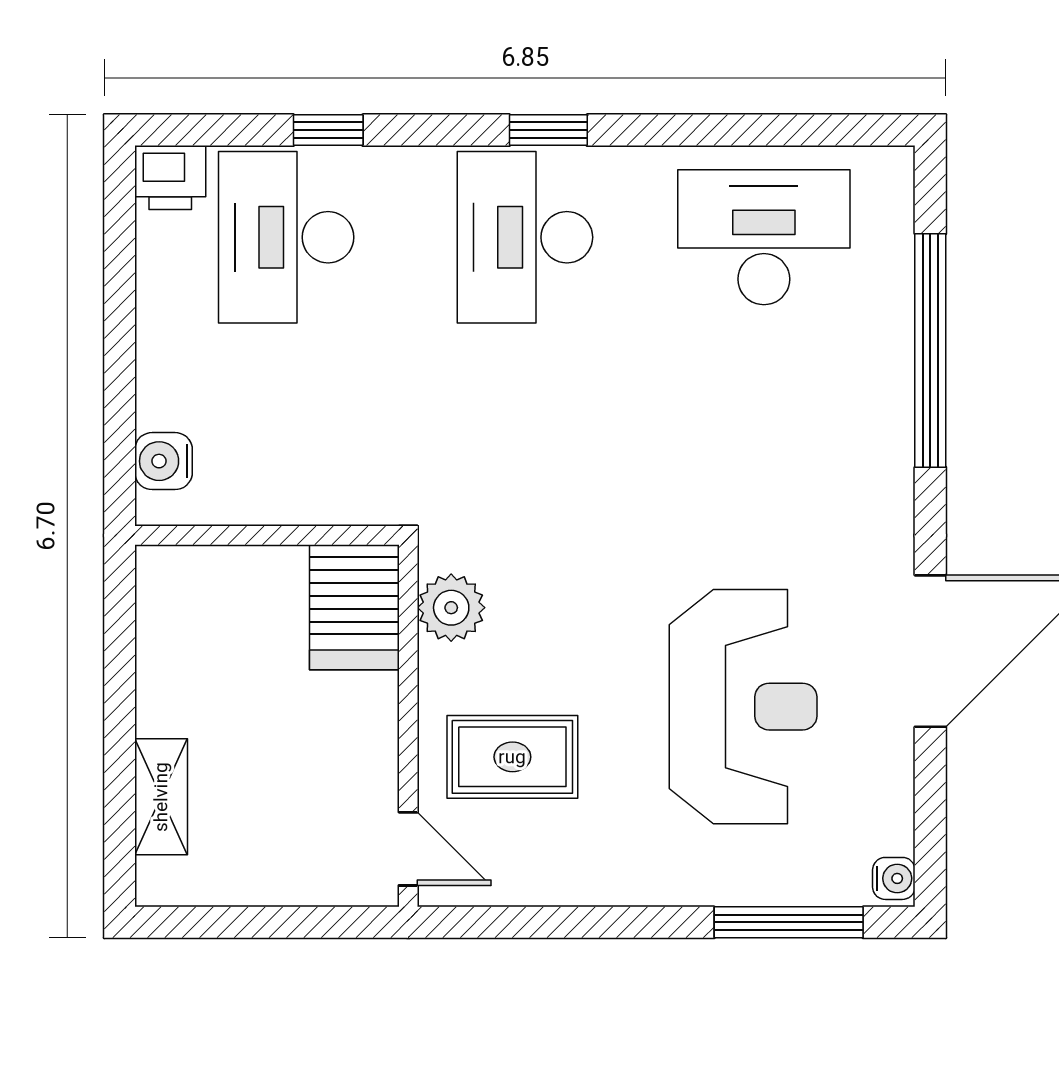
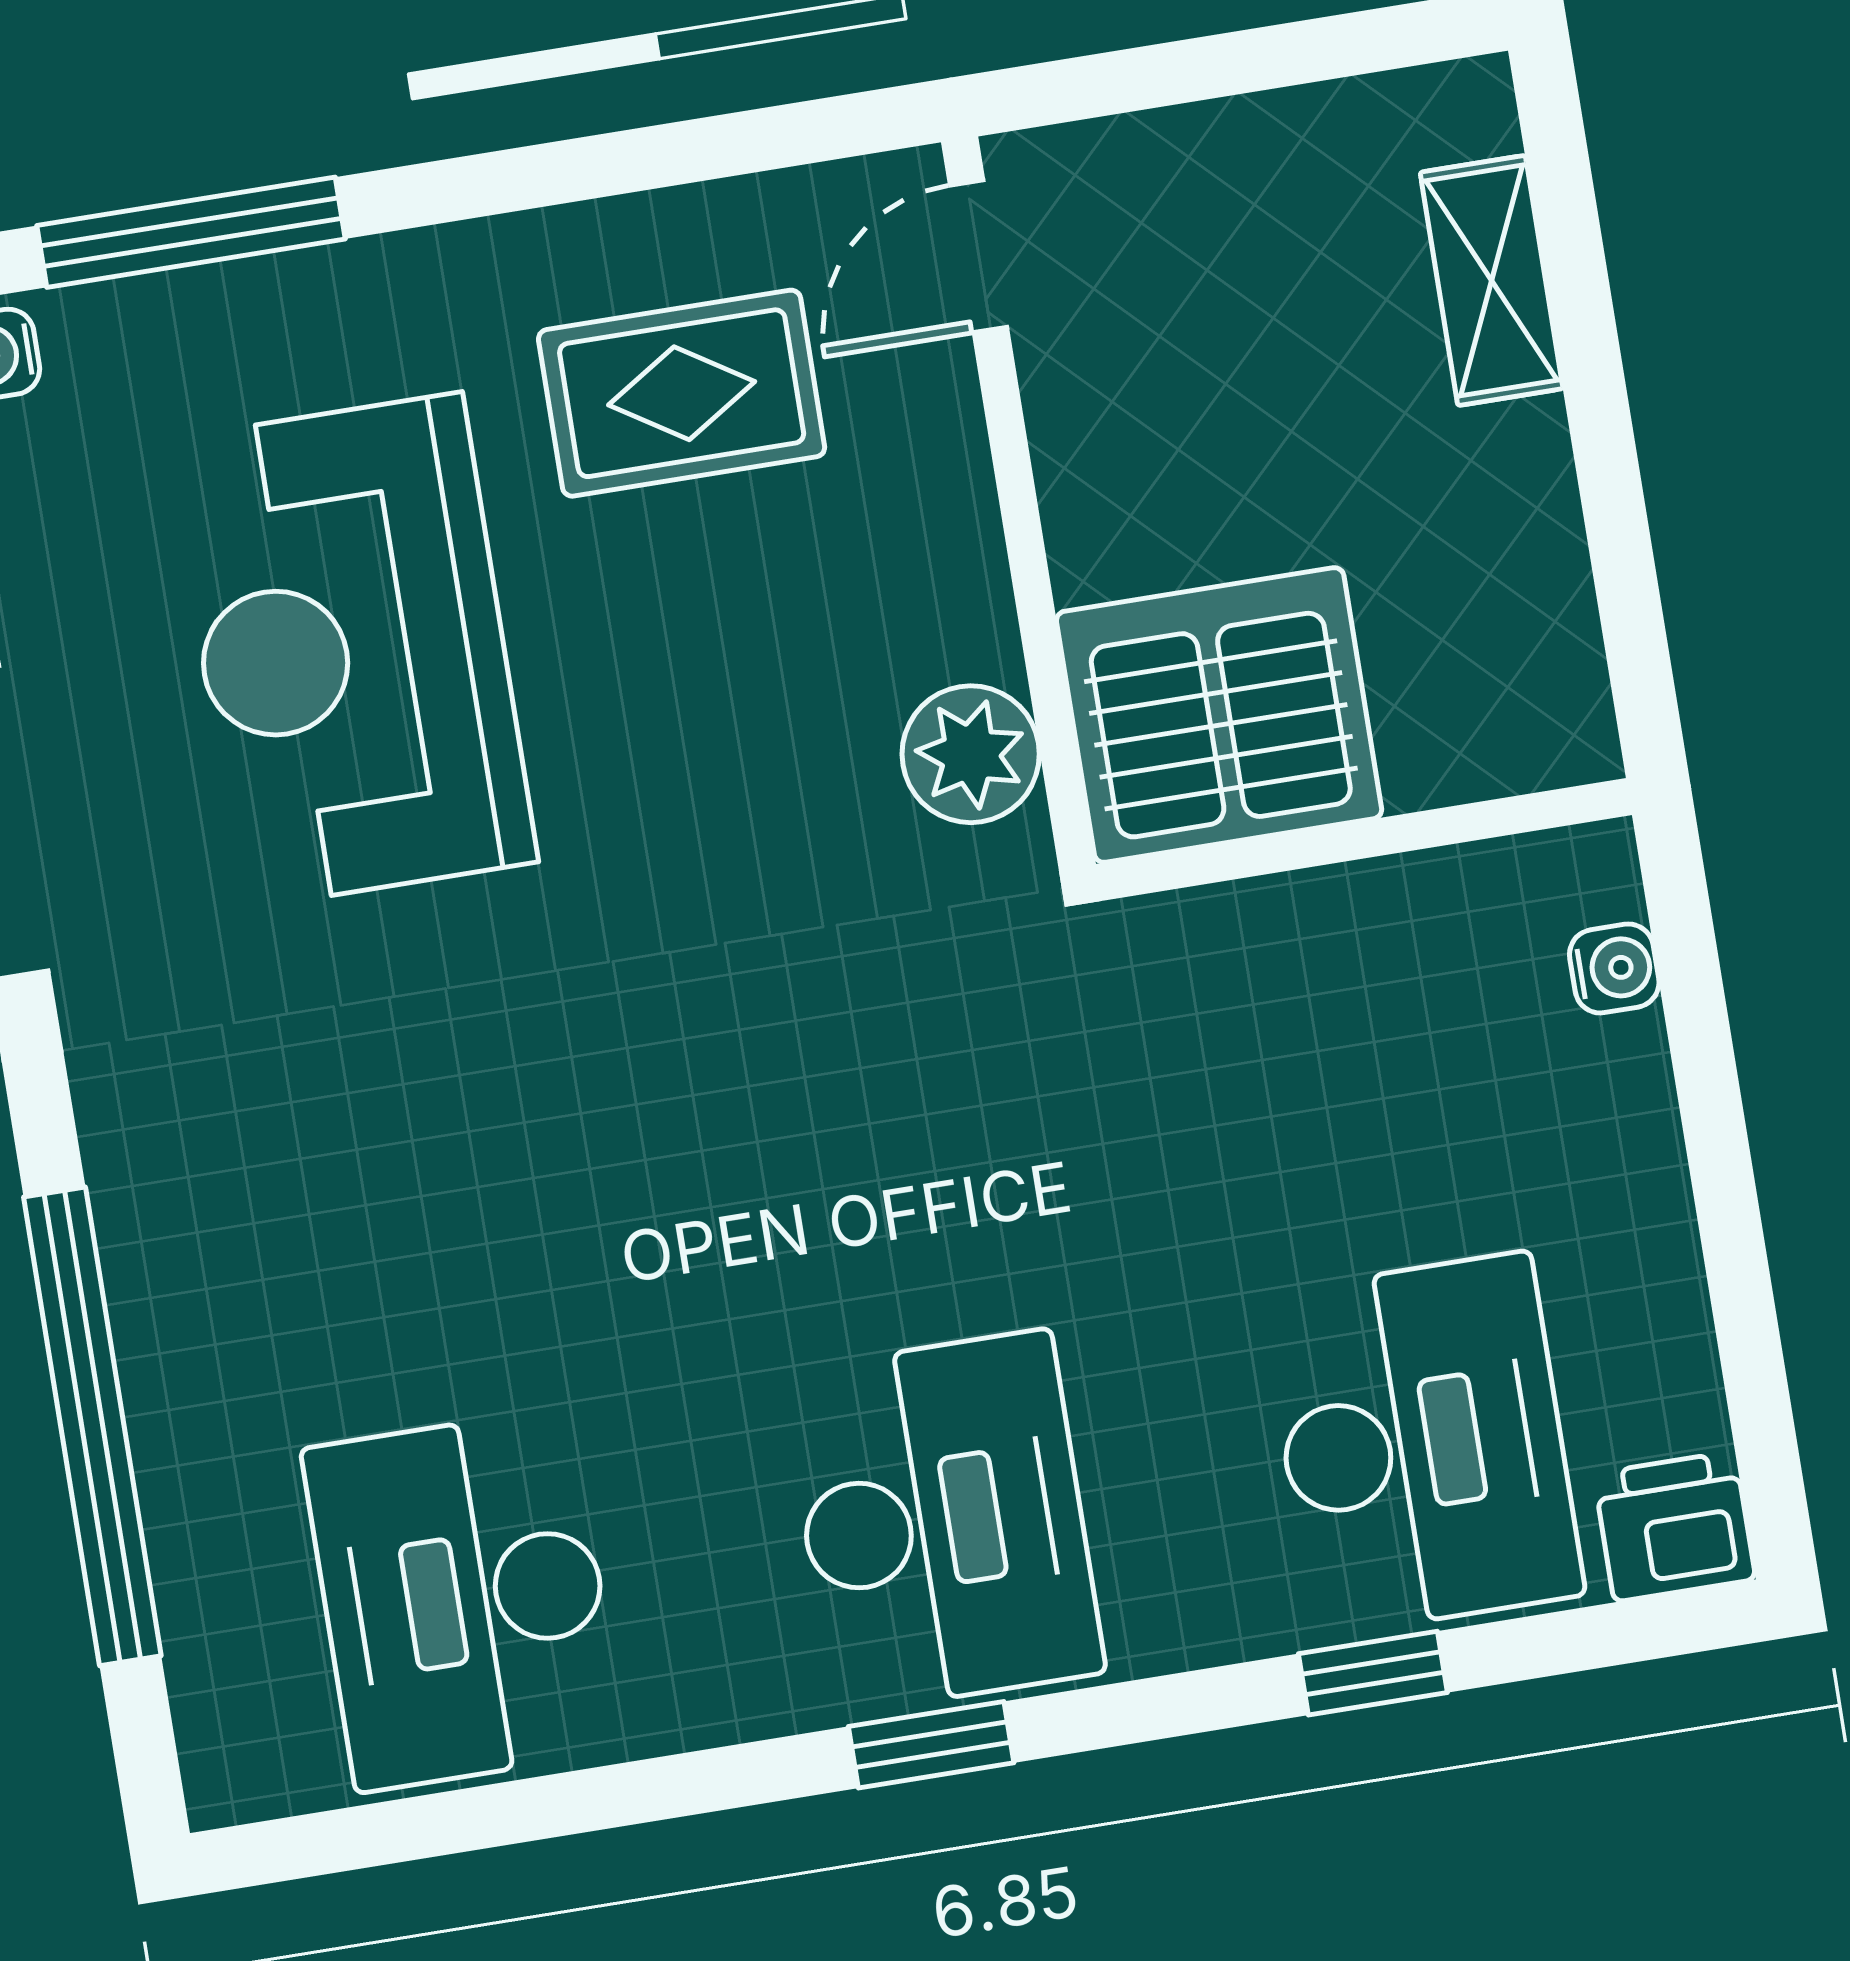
desk: (764, 237) -> (464, 1600), turned 90
water cooler: (164, 461) -> (1614, 968), width x0.72, depth x0.72
server rack: (354, 607) -> (1219, 715), width x1.60
rug: (512, 757) -> (682, 393), moved
door: (408, 849) -> (978, 256), hinge flipped

